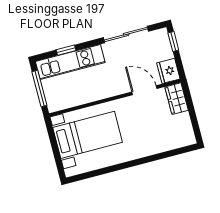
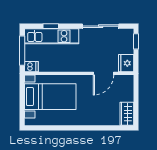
door: (144, 90) -> (104, 73), swing flipped
wardrobe: (177, 99) -> (127, 114), moved
dishwasher: (56, 105) -> (31, 67), added

